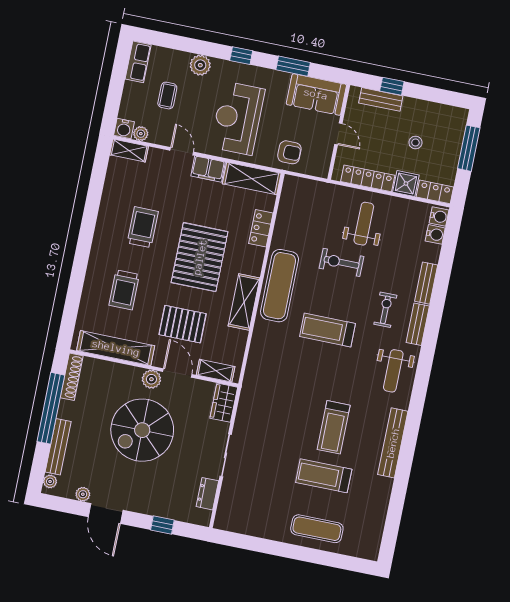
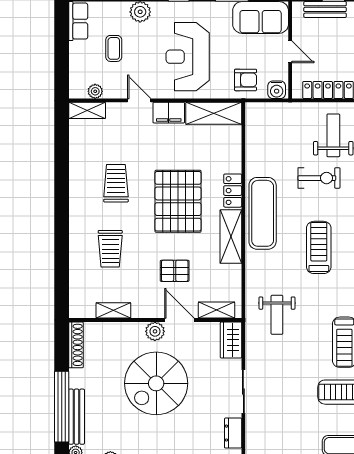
water cooler: (124, 129) -> (277, 90), moved
locker: (261, 228) -> (233, 191), moved
exercise bike: (341, 262) -> (319, 178), turned 180
pallet: (183, 324) -> (175, 271), width x0.67, depth x0.71
treadmill: (328, 330) -> (319, 247), turned 90
shelving: (116, 348) -> (113, 310), width x0.45, depth x0.75
weight bench: (273, 387) -> (277, 315), added
window: (51, 408) -> (62, 407), moved

